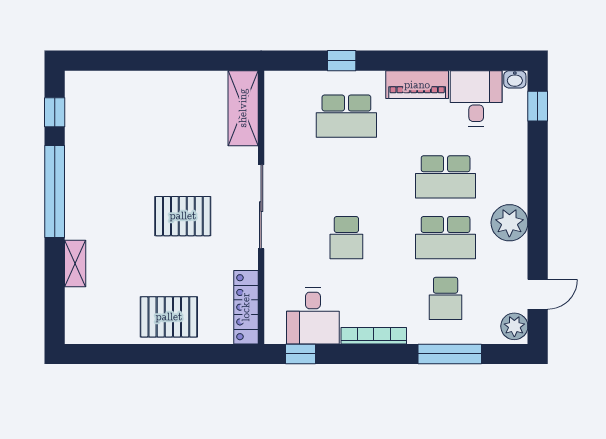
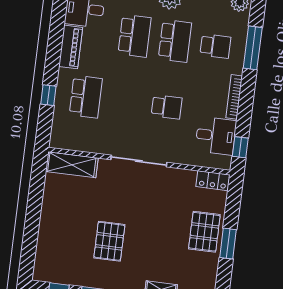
pallet: (183, 216) -> (109, 241), moved
locker: (246, 307) -> (213, 181), width x0.66
window: (156, 354) -> (228, 244), added

